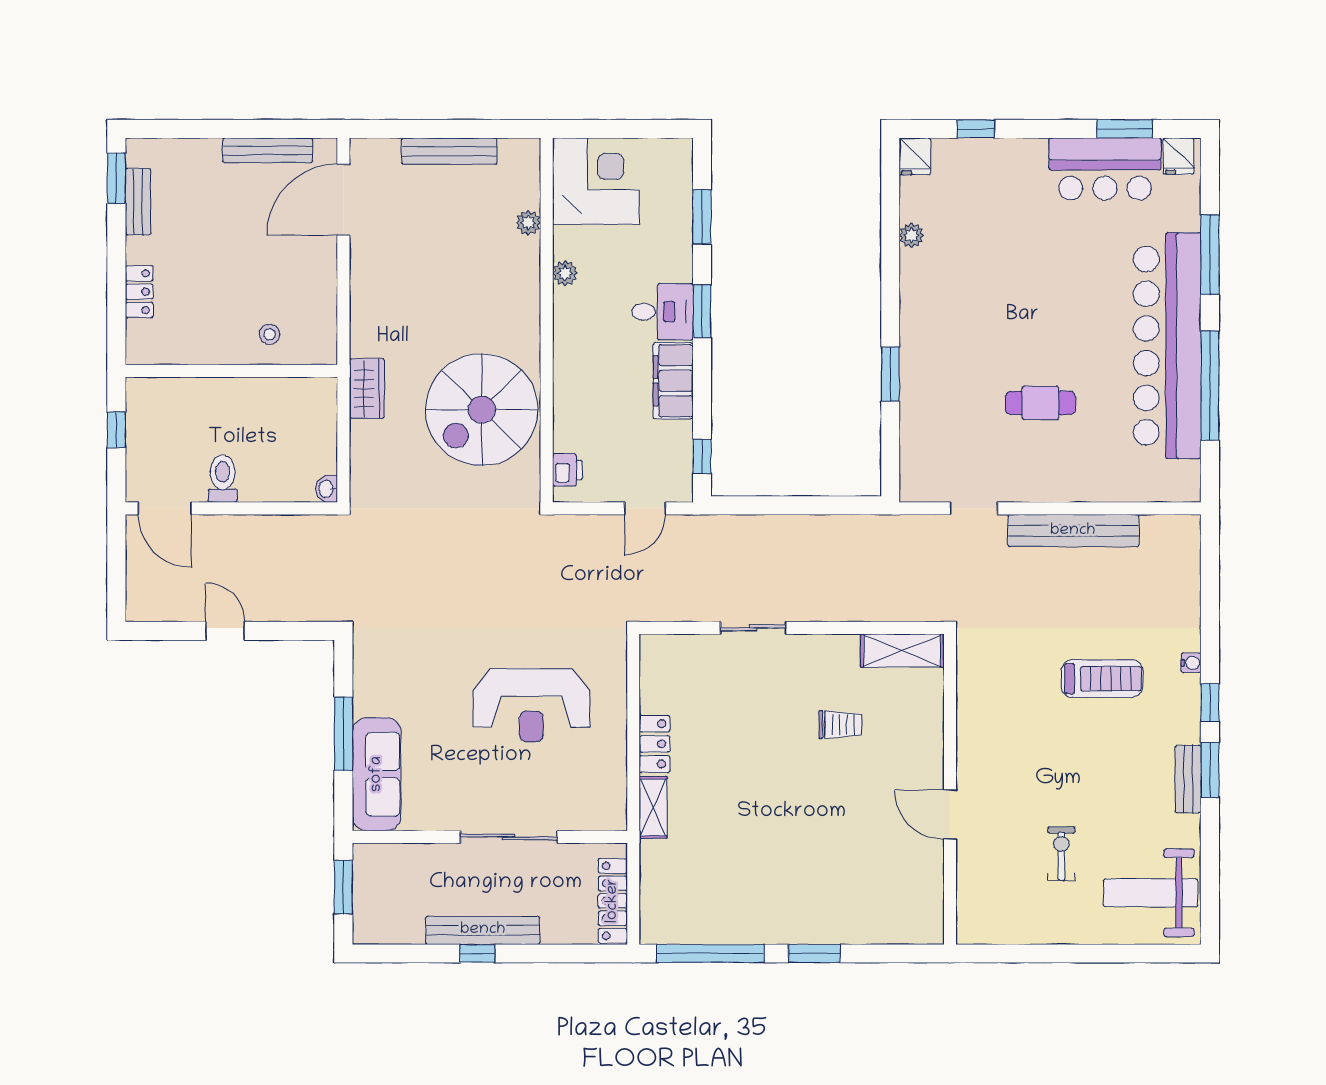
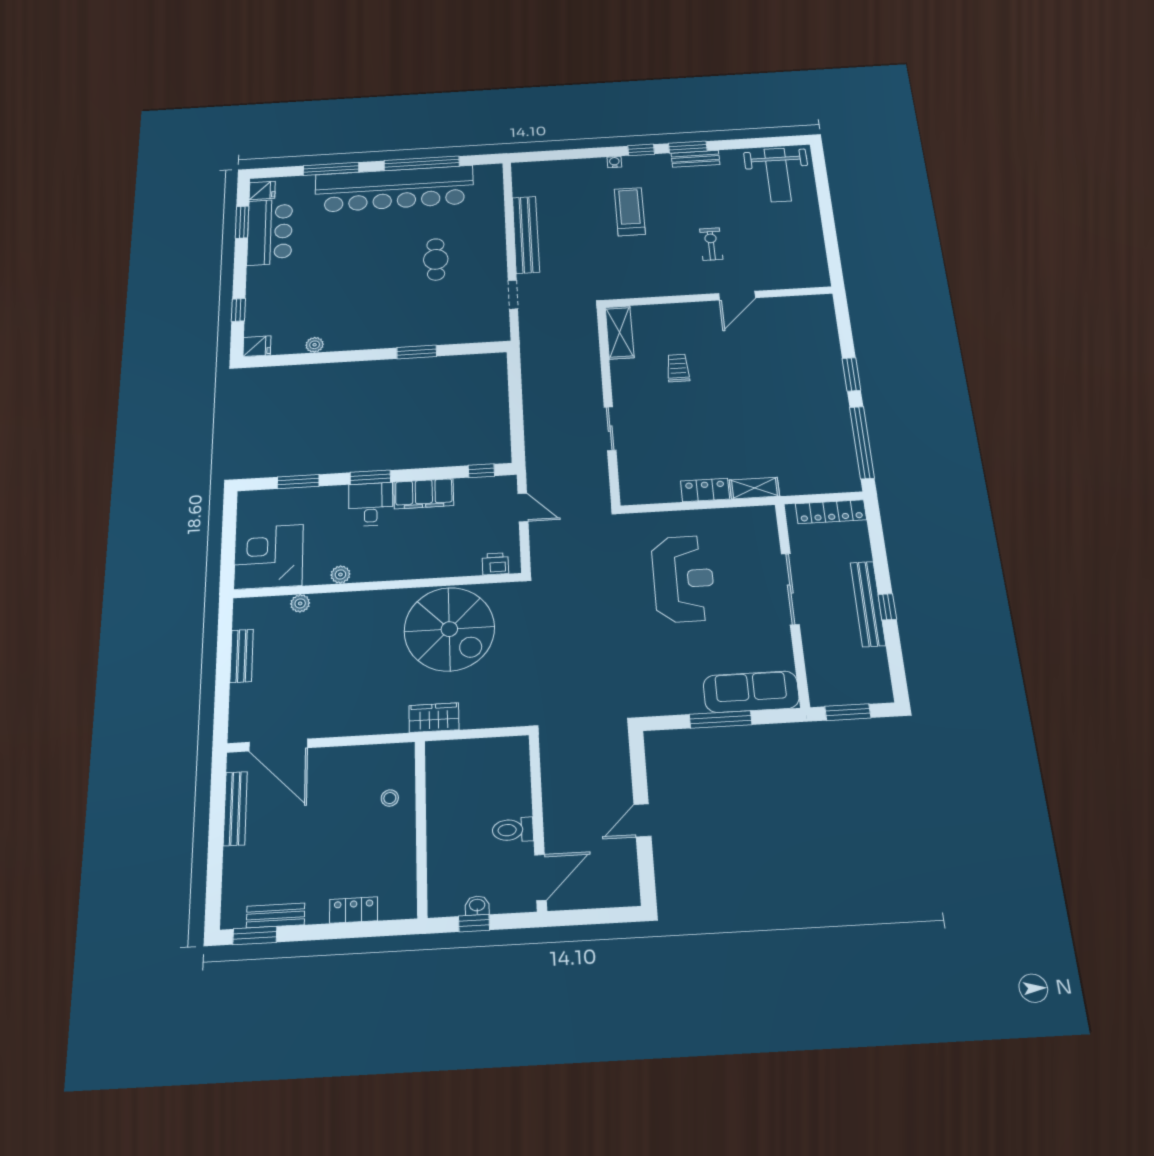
bench: (449, 151) -> (242, 656), width x0.73
washbasin: (327, 489) -> (477, 906), moved, turned 180
exercise bike: (1061, 854) -> (711, 244), moved, turned 90

